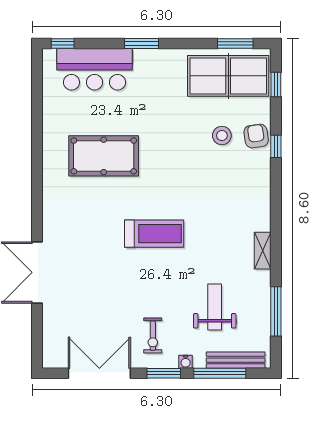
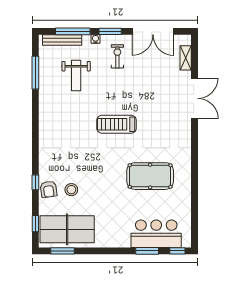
window: (141, 44) -> (147, 251), moved
shelving: (263, 251) -> (186, 58), moved

